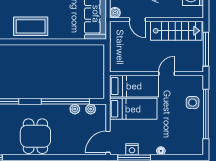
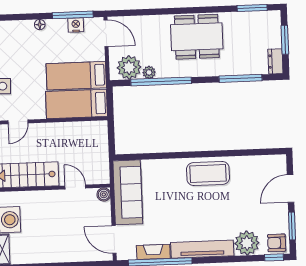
door: (167, 74) -> (18, 122), moved
plant: (91, 109) -> (129, 67), width x1.88, depth x1.88
dining table: (35, 136) -> (197, 37), width x1.38
door: (108, 142) -> (106, 33), hinge flipped

